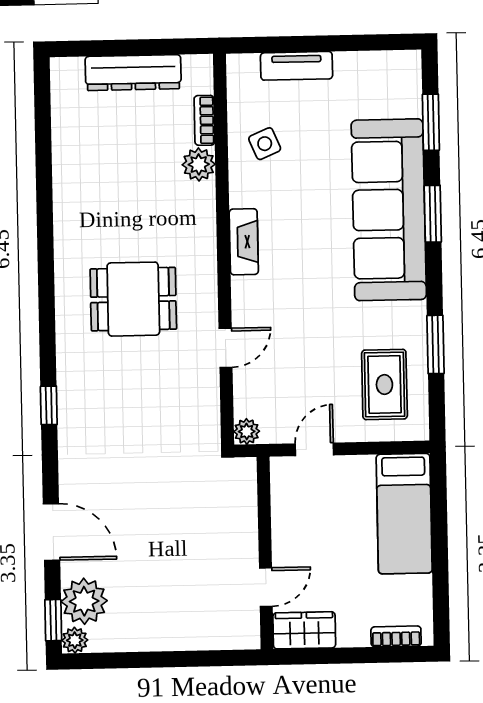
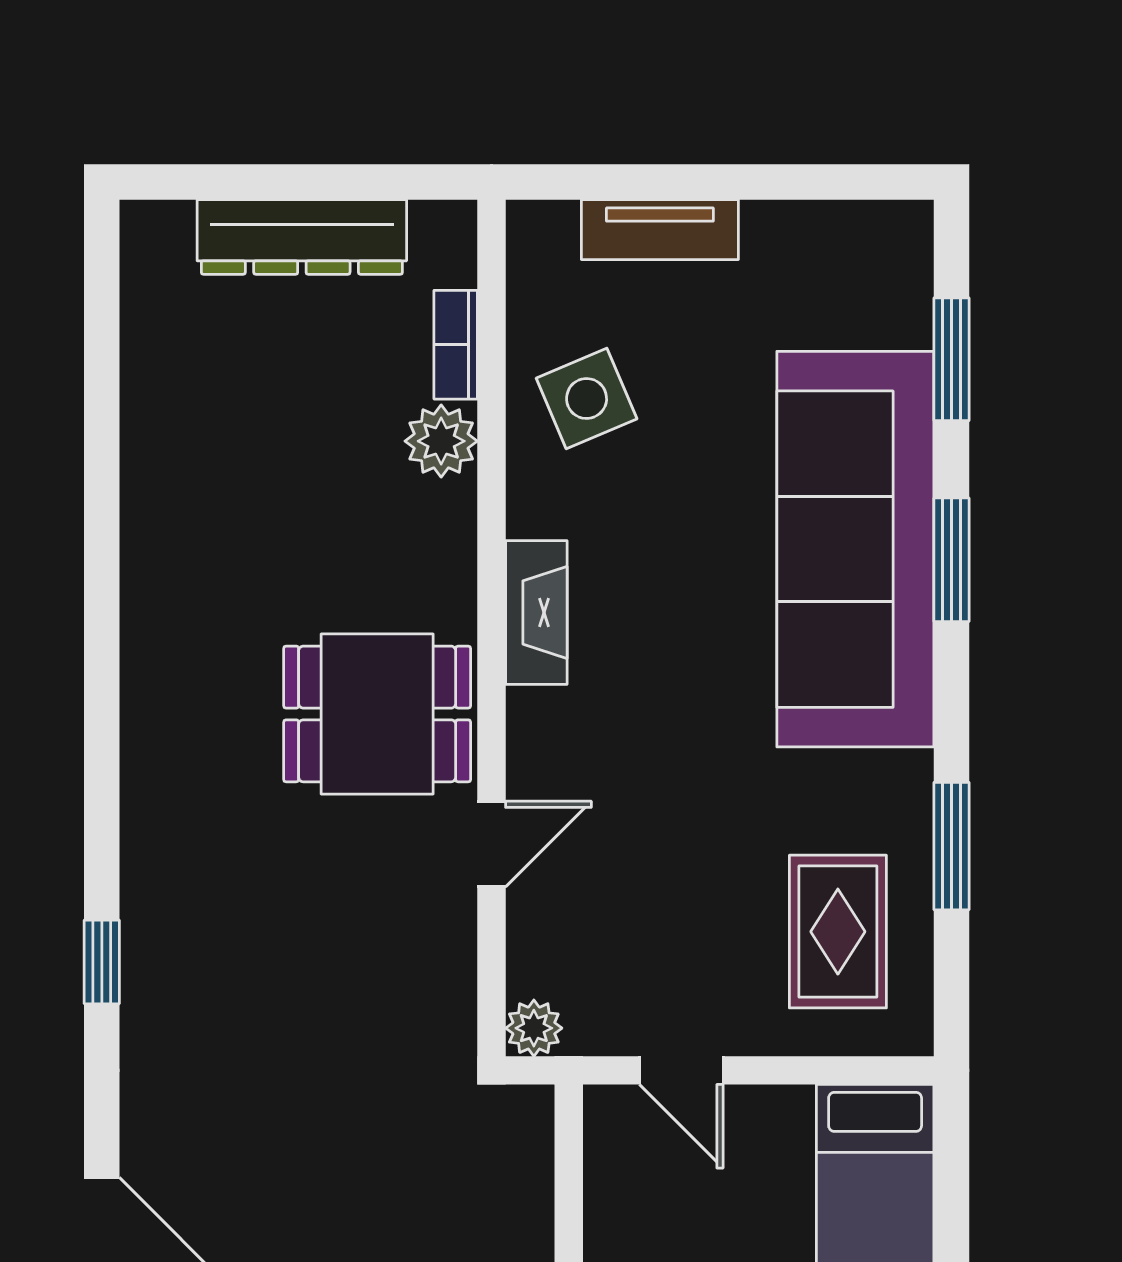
side table: (265, 144) -> (587, 399), width x1.37, depth x1.37
dining table: (133, 299) -> (377, 714), moved
door: (314, 449) -> (681, 1070), swing flipped

